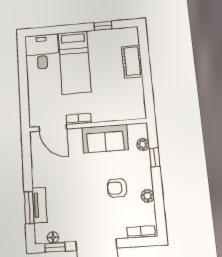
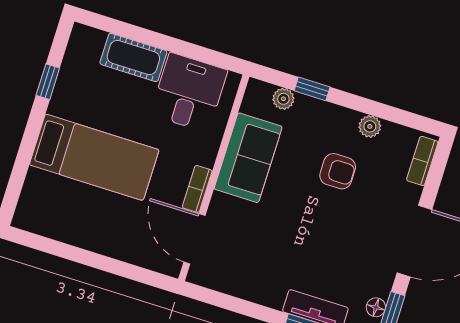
desk: (42, 52) -> (189, 92), moved, turned 90
door: (53, 128) -> (195, 239), swing flipped
armchair: (117, 188) -> (338, 171), turned -90

